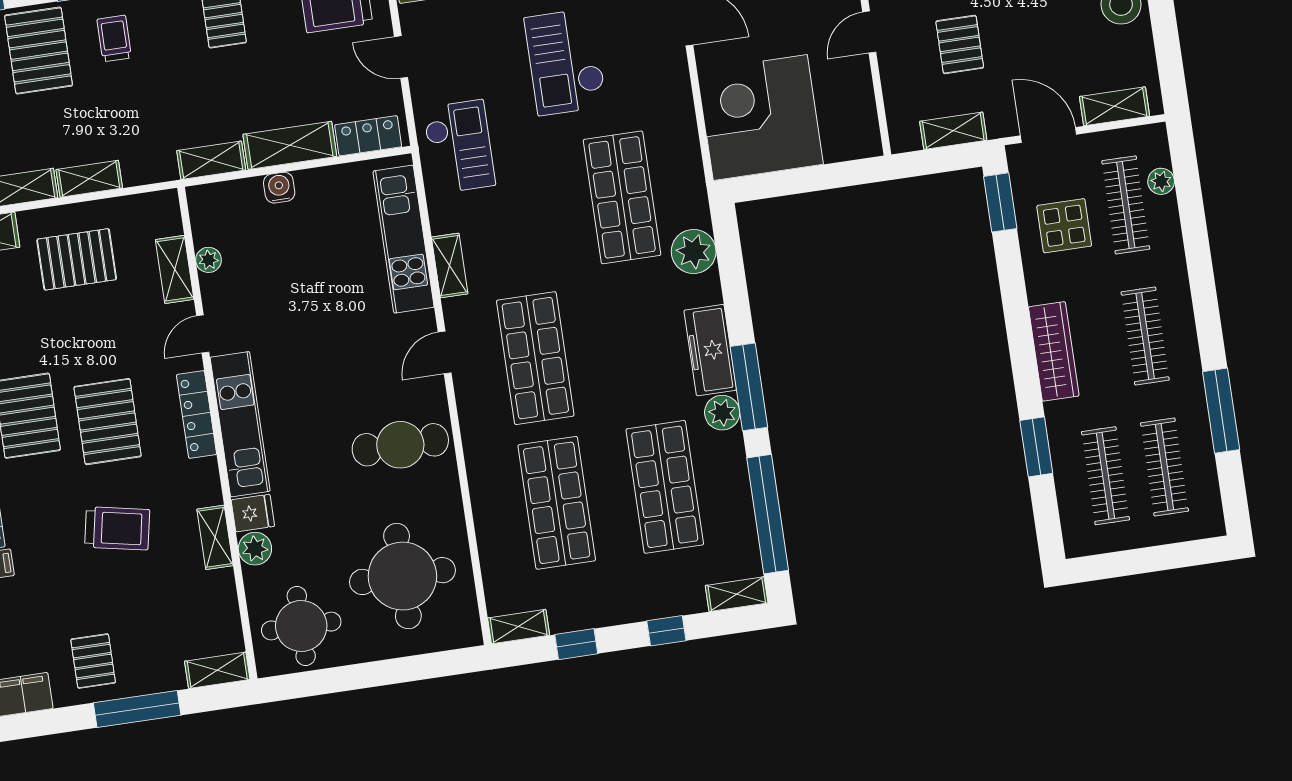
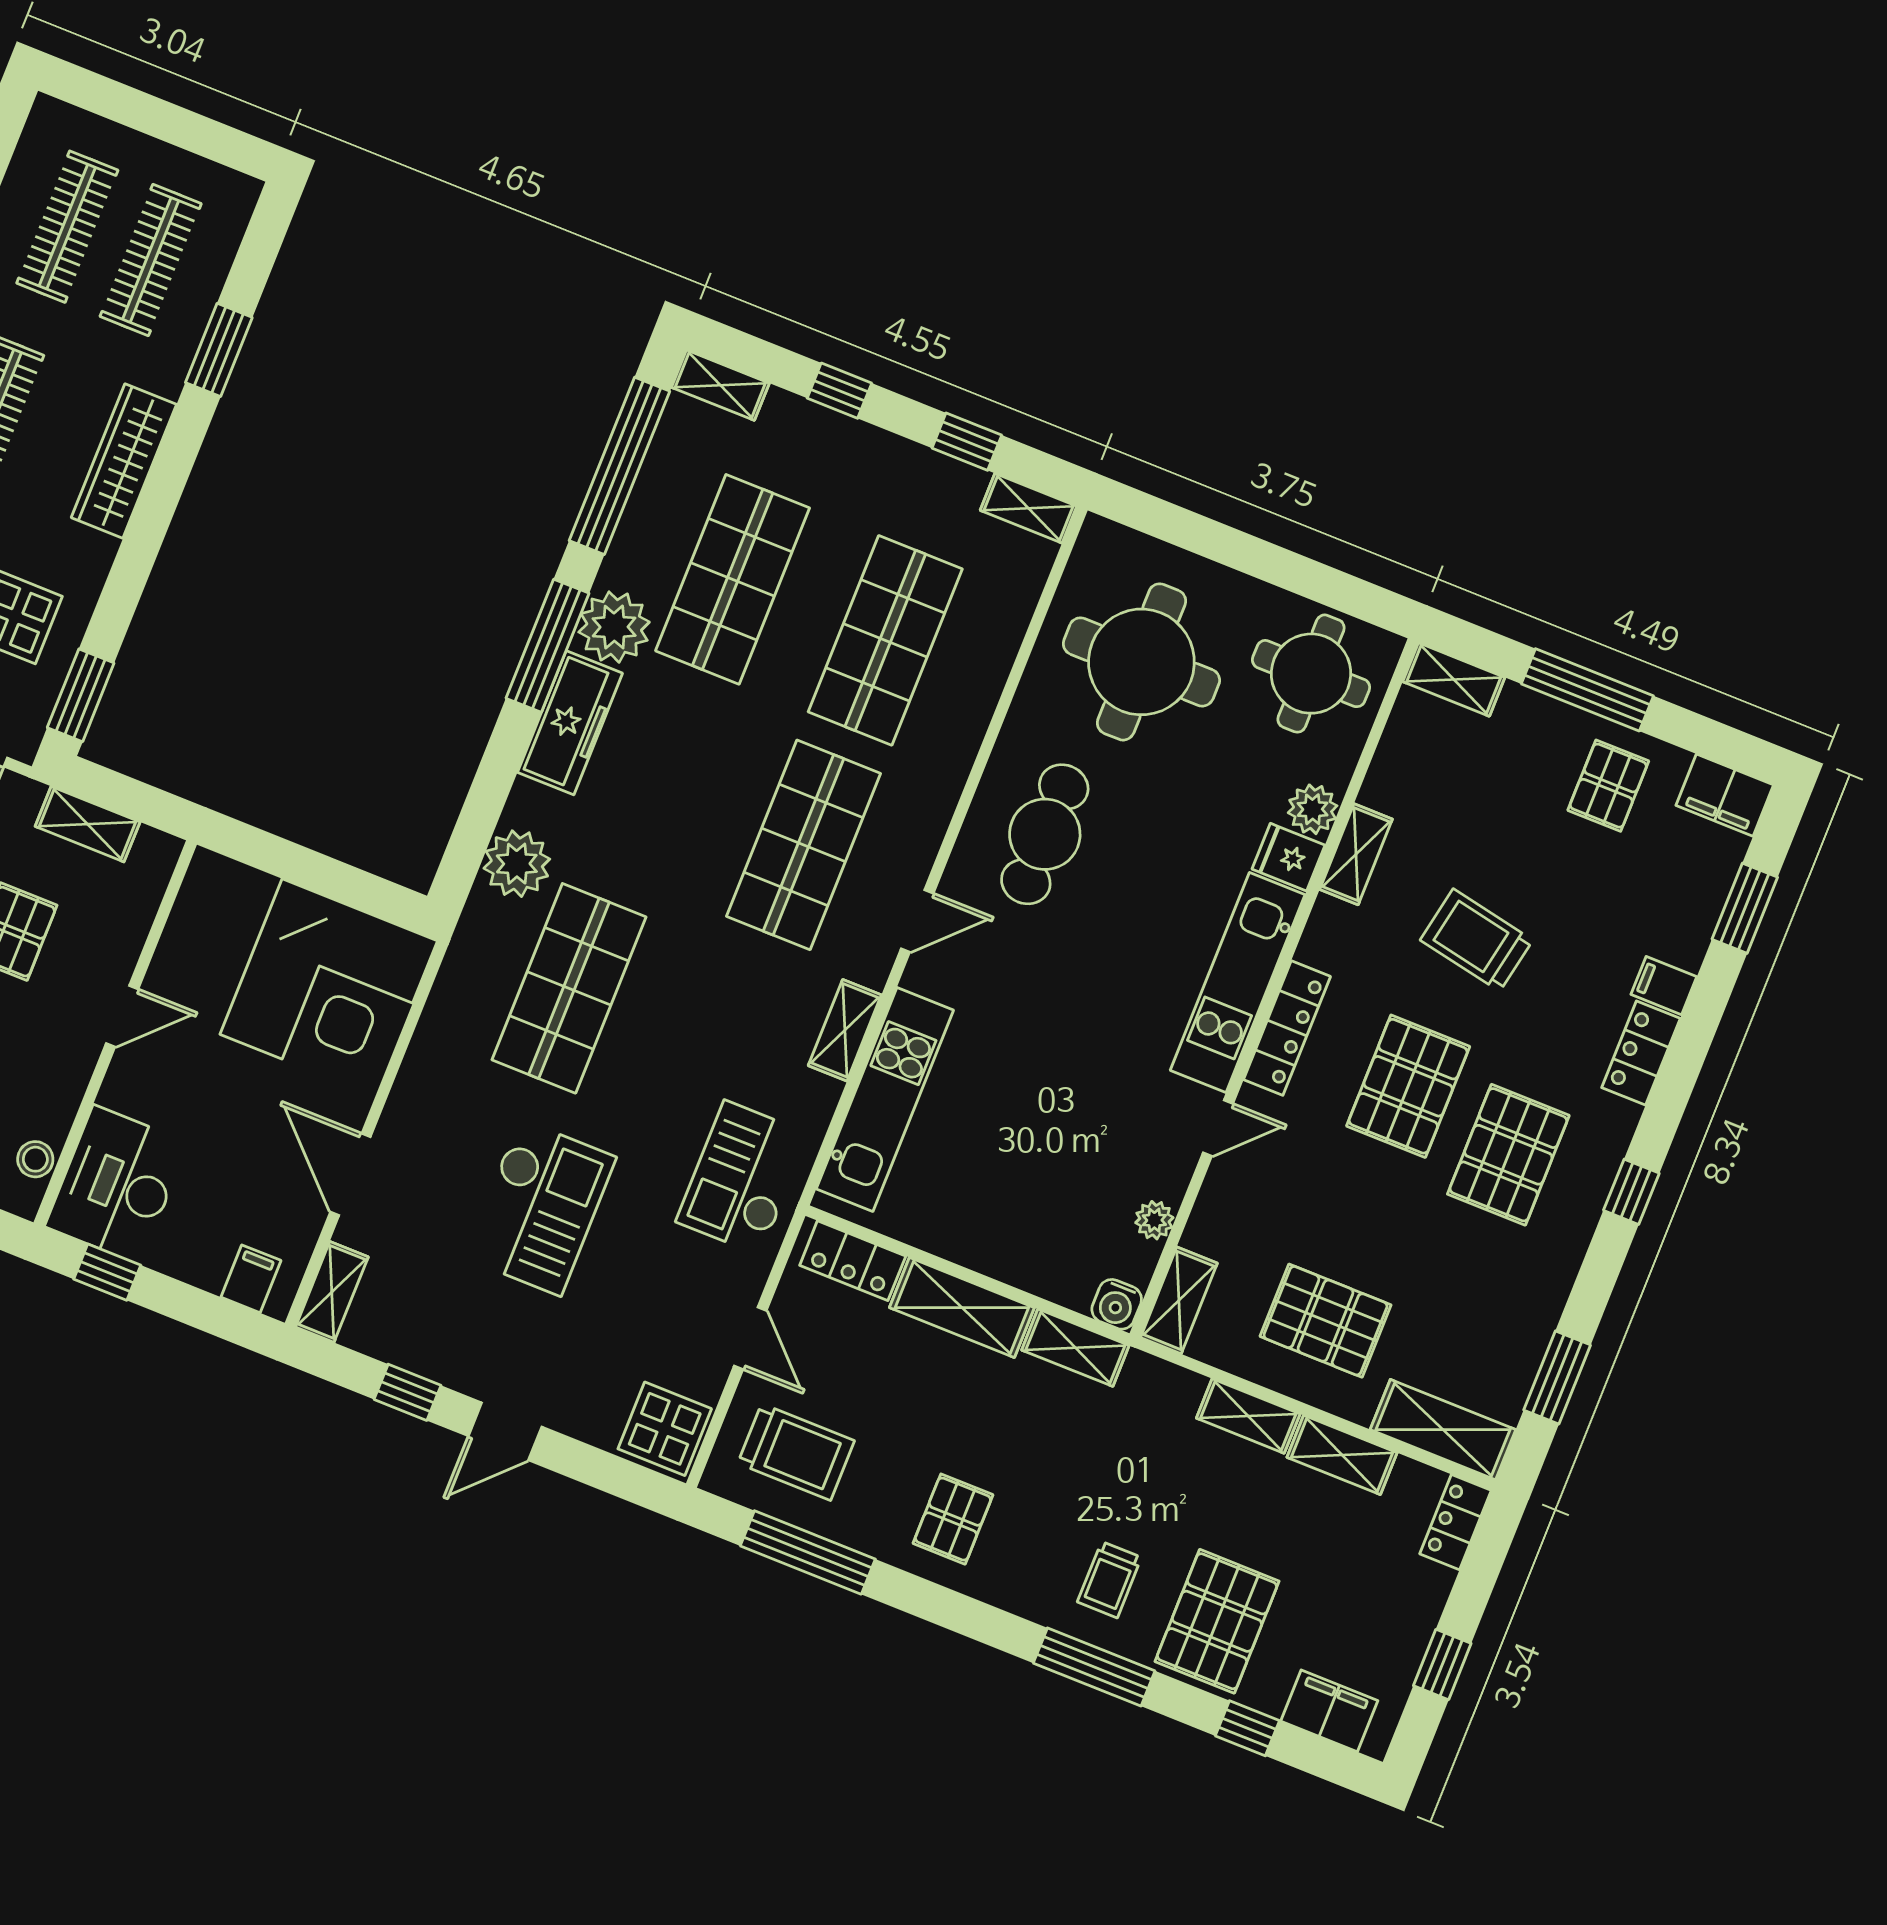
water cooler: (279, 188) -> (1117, 1304), moved
shelving: (175, 269) -> (1179, 1300), moved
plant: (722, 413) -> (614, 627), width x1.36, depth x1.36
cafe table: (400, 445) -> (1045, 834), turned 90

